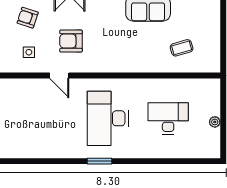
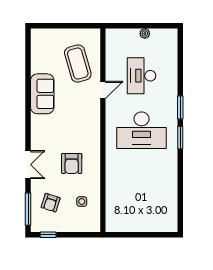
coffee table: (182, 48) -> (78, 63), width x1.86, depth x1.72
door: (59, 76) -> (103, 90), moved
window: (133, 161) -> (180, 107), added

